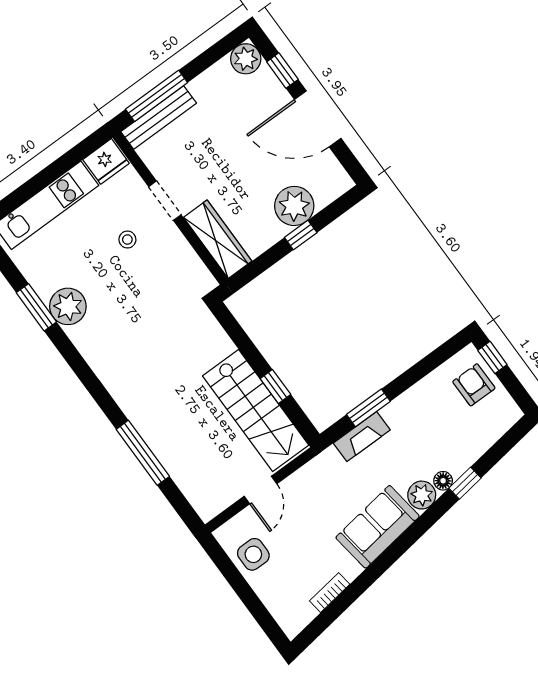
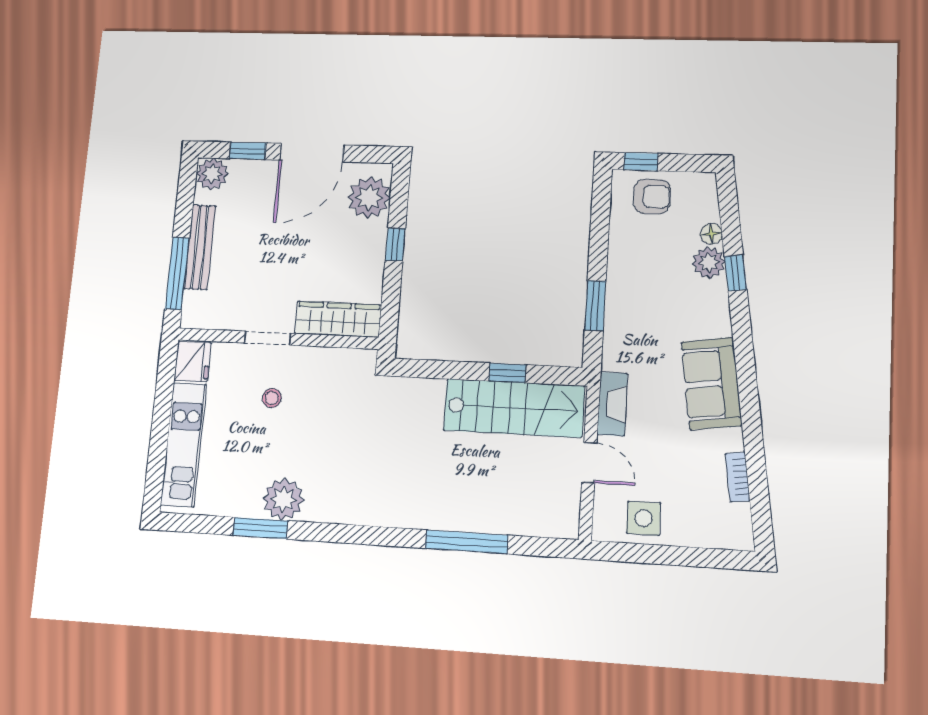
bench: (159, 117) -> (200, 247), moved
plant: (294, 206) -> (369, 197), moved
armchair: (474, 385) -> (652, 197), turned 180
fireplace: (362, 437) -> (612, 404), moved
floor lamp: (443, 481) -> (711, 234), moved
plant: (422, 495) -> (709, 263), moved

